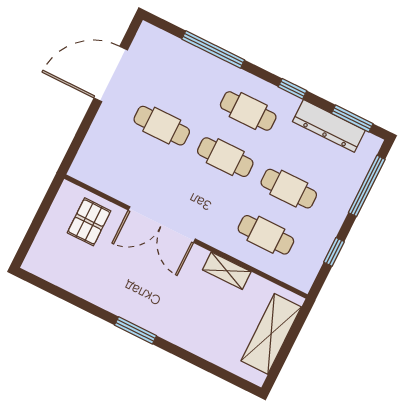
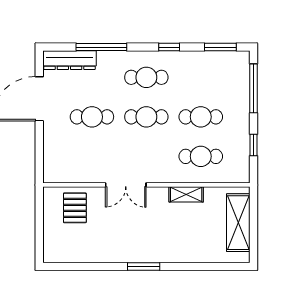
dresser: (329, 126) -> (70, 60), moved
double door: (162, 225) -> (126, 185), width x0.73

